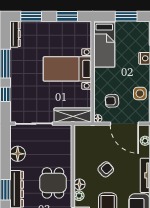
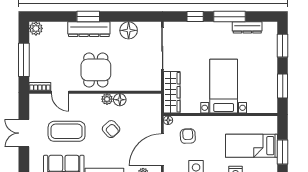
dresser: (15, 34) -> (247, 27), moved
bed: (104, 44) -> (251, 146), moved
dining table: (53, 183) -> (96, 70), turned 90
floor lamp: (79, 184) -> (120, 100), moved
plant: (79, 196) -> (107, 99), moved

